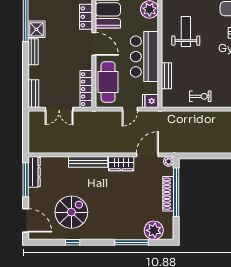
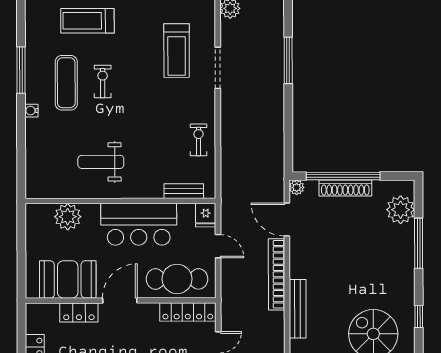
bench: (166, 76) -> (184, 191), moved
bookcase: (111, 148) -> (277, 274), added
wardrobe: (121, 164) -> (300, 259), removed
window: (73, 242) -> (419, 316), moved

